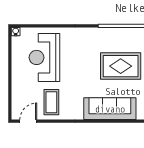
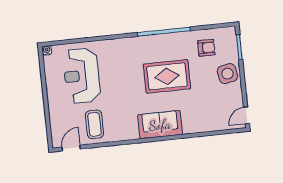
sofa: (110, 109) -> (160, 125), width x0.73

